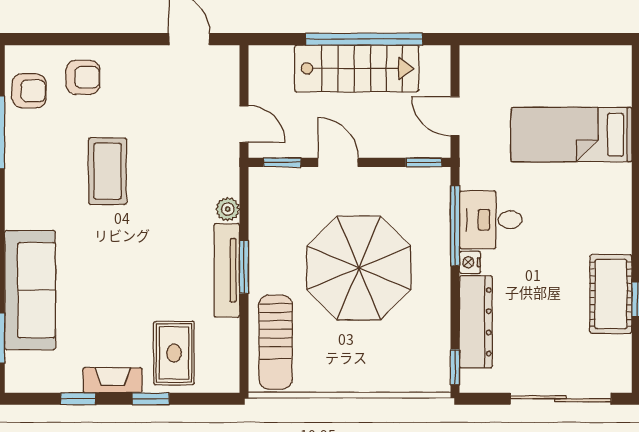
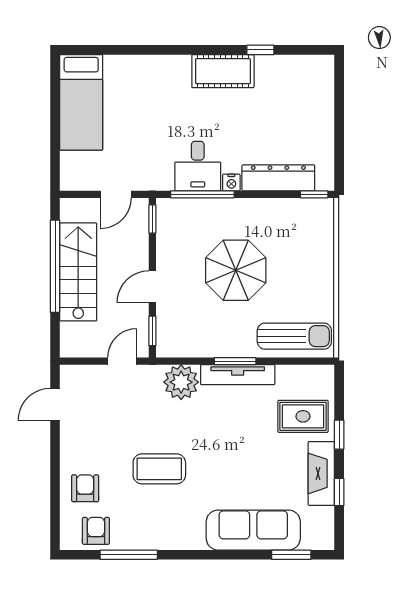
bed: (571, 135) -> (81, 102), moved
plant: (228, 209) -> (181, 382), width x1.87, depth x1.87
parasol: (359, 268) -> (236, 270), width x0.73, depth x0.73
cot: (611, 294) -> (223, 71), moved
fireplace: (113, 380) -> (321, 473), width x1.37, depth x1.32
sliding door: (561, 399) -> (339, 111), removed

